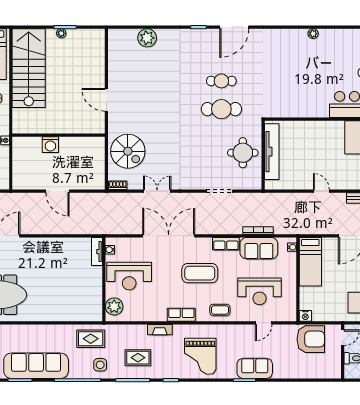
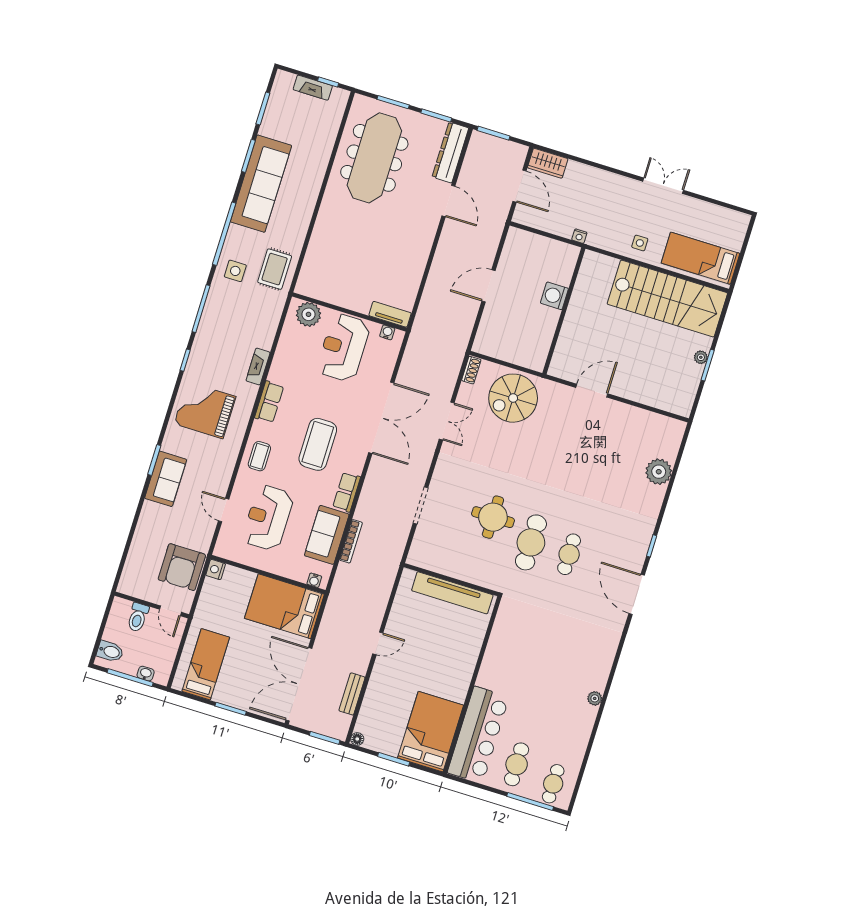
round table: (243, 153) -> (493, 517), moved
bed: (310, 262) -> (284, 606), width x1.50
rug: (138, 358) -> (229, 325), removed

